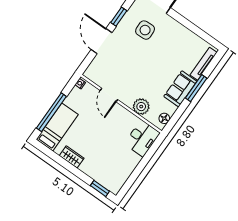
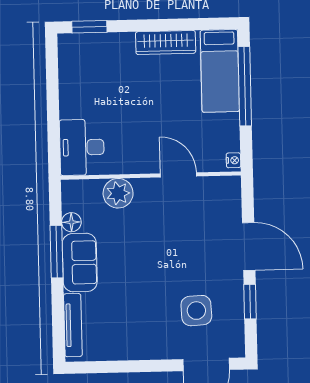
window: (196, 88) -> (56, 252), moved
floor lamp: (164, 118) -> (71, 222), moved
wardrobe: (72, 157) -> (166, 42), width x1.50

